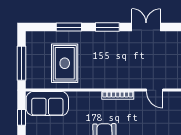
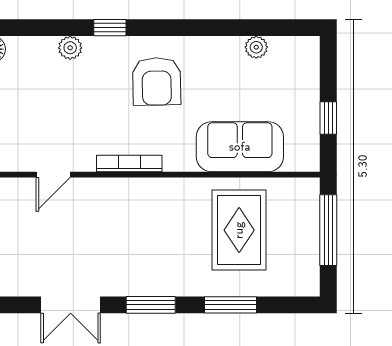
door: (155, 90) -> (53, 175), swing flipped
sofa: (47, 104) -> (240, 147), moved

